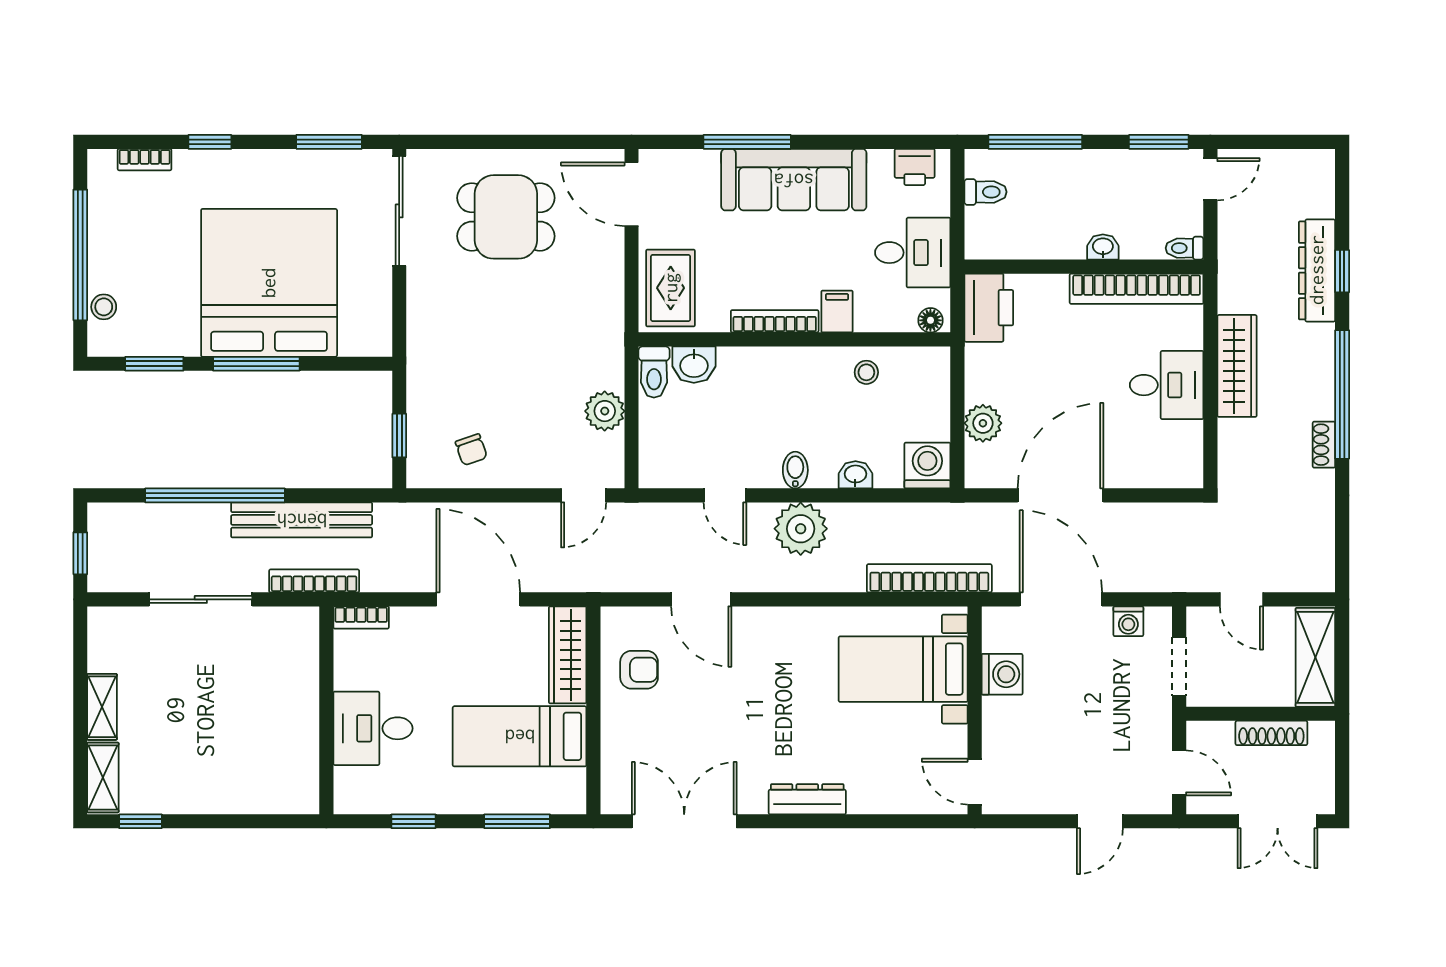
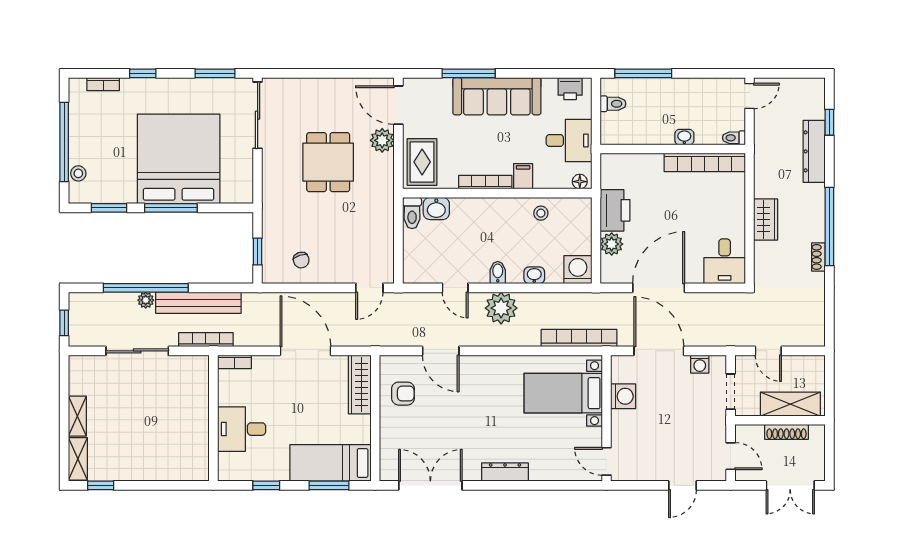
window: (1159, 142) -> (718, 73), removed
dining table: (506, 217) -> (328, 162), moved, turned 90
window: (1342, 271) -> (829, 122), moved
printer: (989, 308) -> (615, 210), moved
wardrobe: (1237, 366) -> (766, 220), width x0.67
desk: (1167, 385) -> (725, 261), moved, turned 90
plant: (605, 411) -> (382, 140), moved
plant: (215, 516) -> (146, 300), added
shelving: (1315, 657) -> (790, 404), moved, turned 90
bed: (520, 736) -> (331, 463), moved

